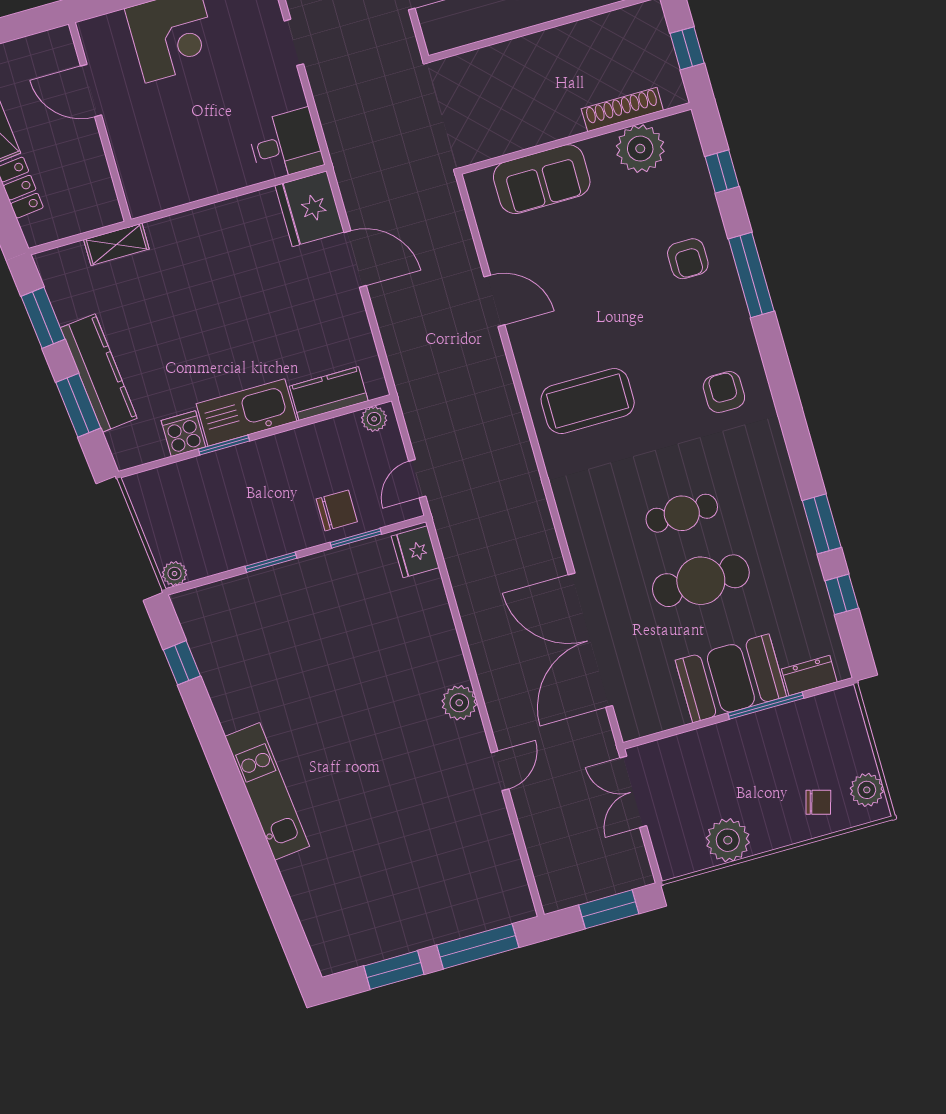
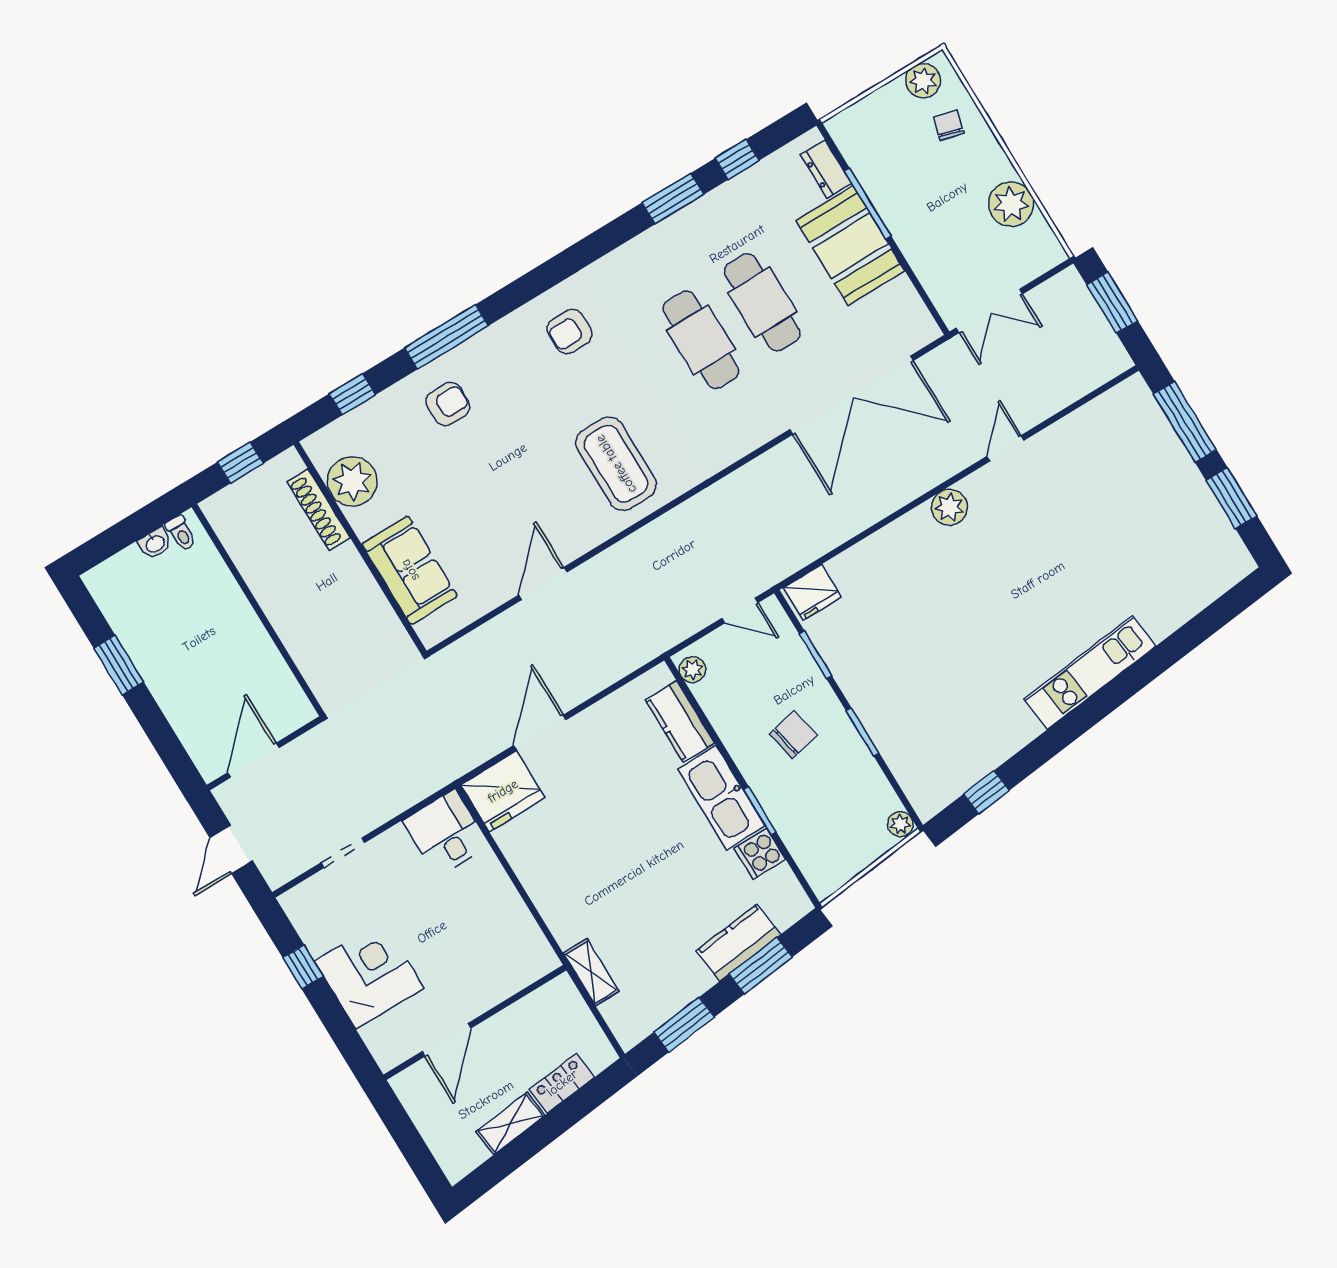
kitchen counter: (99, 373) -> (739, 943), width x0.67
chair: (337, 510) -> (793, 735), moved, turned 78
cafe table: (682, 513) -> (701, 340), width x1.37, depth x1.35
door: (500, 771) -> (1005, 448), hinge flipped

